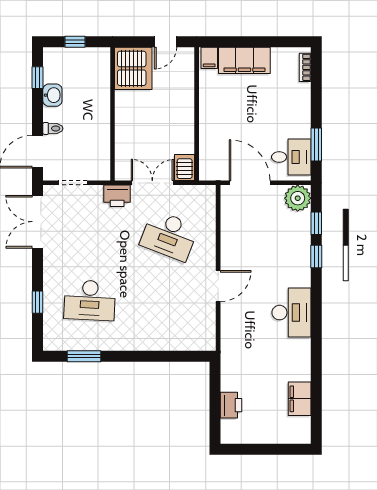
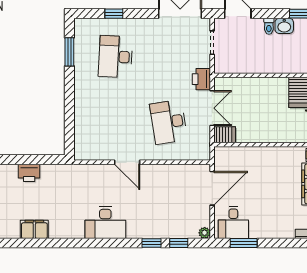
toilet: (53, 128) -> (269, 26), moved
plant: (298, 198) -> (205, 233), width x0.53, depth x0.53
desk: (169, 236) -> (169, 122), turned -30

